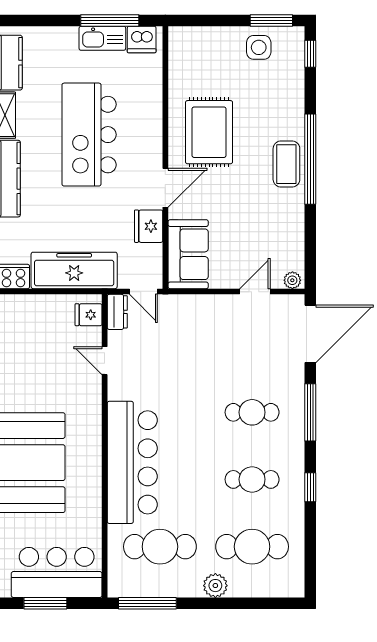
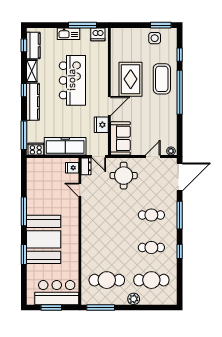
kitchen sink: (102, 38) -> (69, 34), moved
window: (310, 54) -> (180, 55), moved
kitchen island: (89, 135) -> (72, 80), turned 180
coffee table: (286, 164) -> (162, 79), moved, width x1.36, depth x1.32
round table: (195, 331) -> (124, 176), added
bar counter: (132, 462) -> (93, 239), removed

